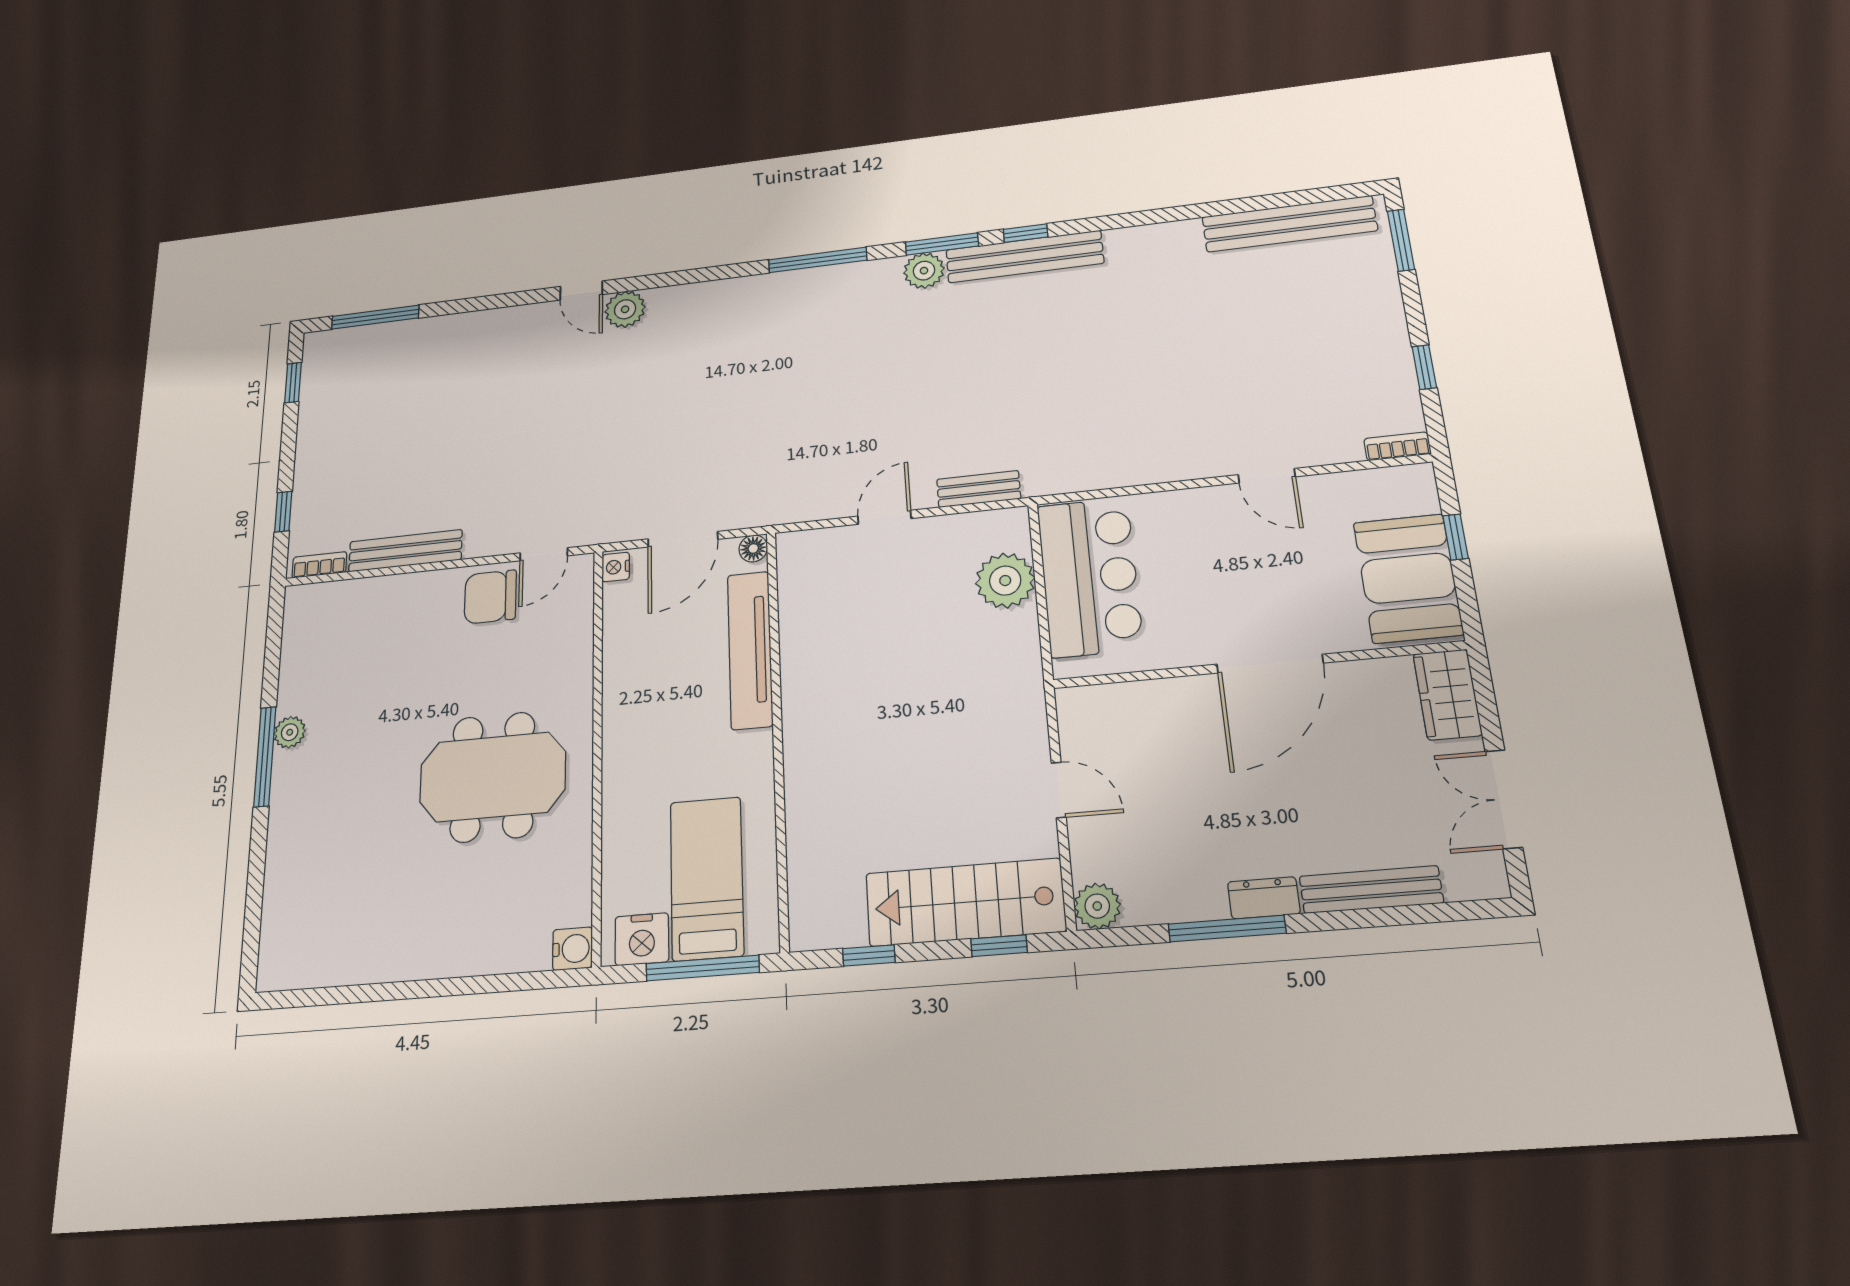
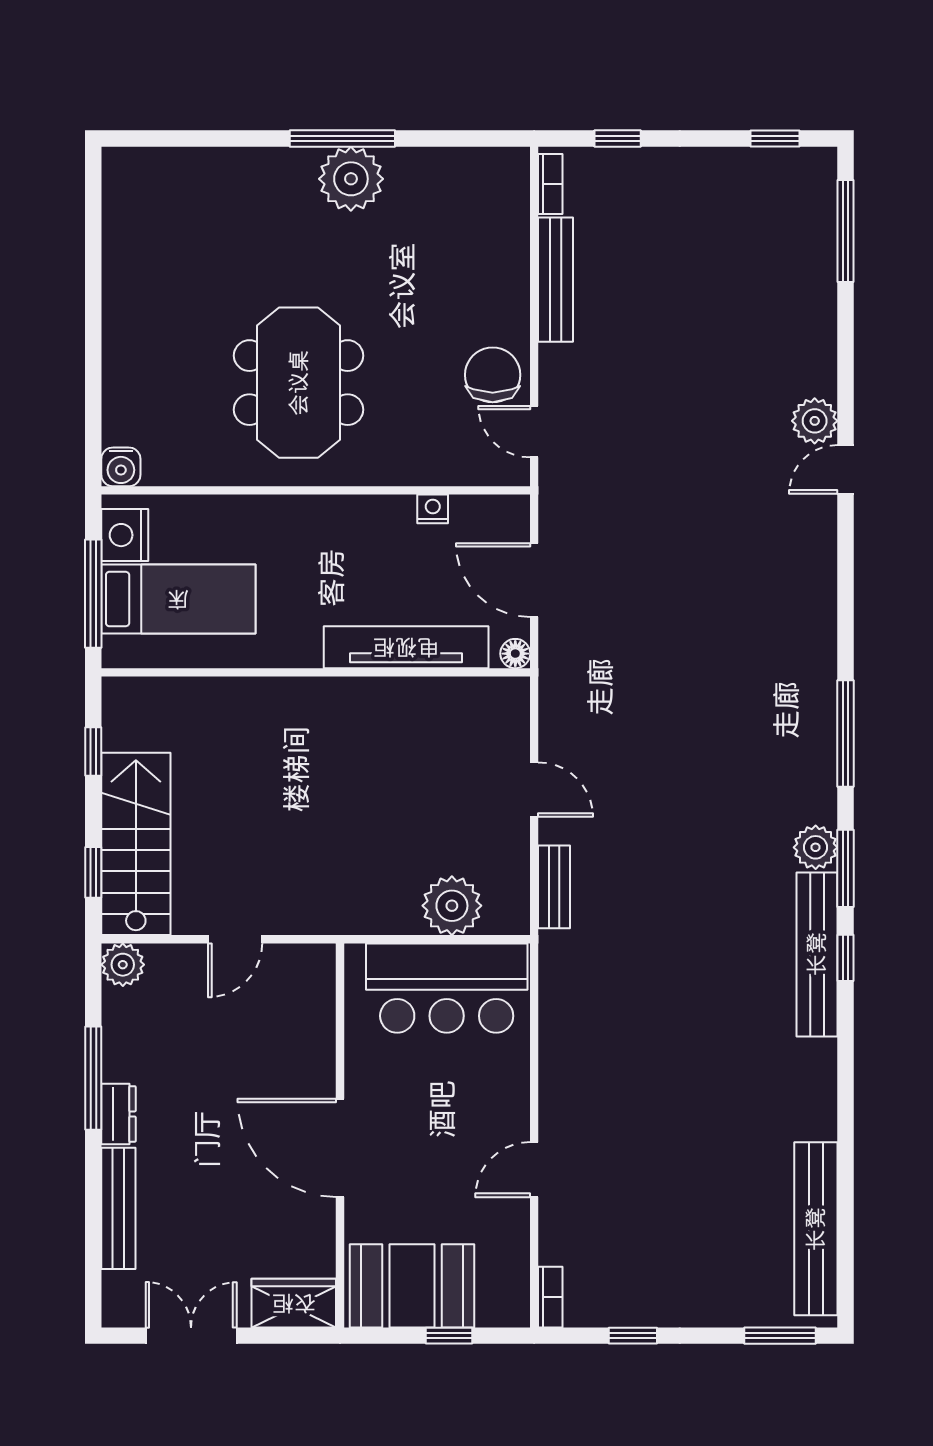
plant: (625, 309) -> (815, 421), moved
nightstand: (616, 567) -> (433, 509), moved
plant: (290, 732) -> (351, 179), width x1.88, depth x1.88

